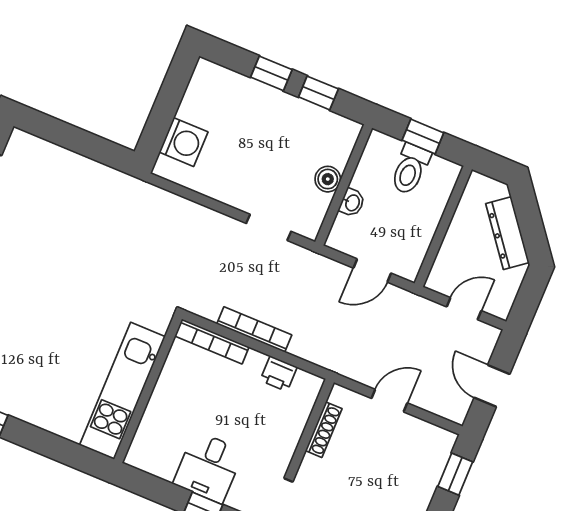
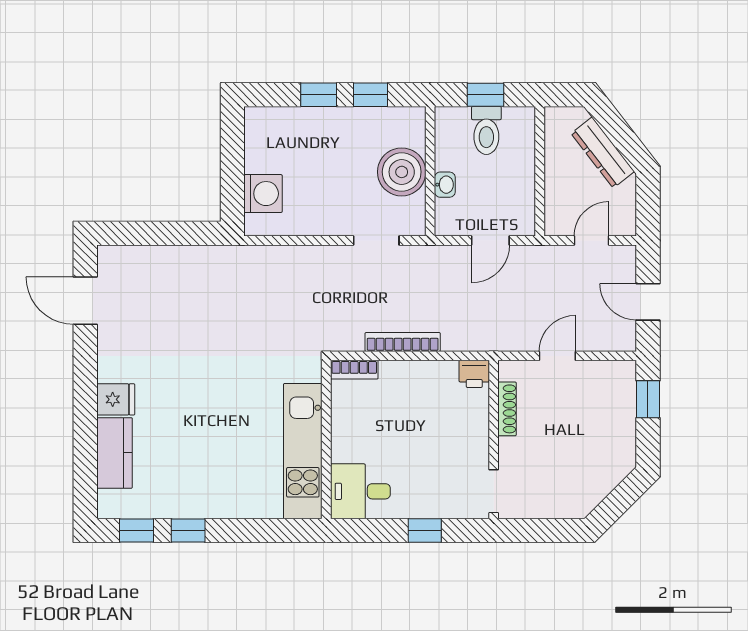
boiler: (328, 179) -> (402, 172), width x1.86, depth x1.86
bookcase: (212, 341) -> (354, 370), width x0.64
printer: (279, 374) -> (474, 374), moved
desk: (208, 467) -> (360, 491), moved, turned 90

